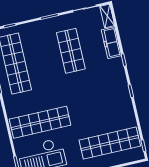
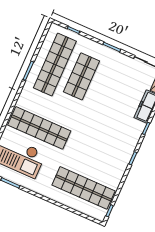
shop shelf: (71, 51) -> (81, 76), moved

